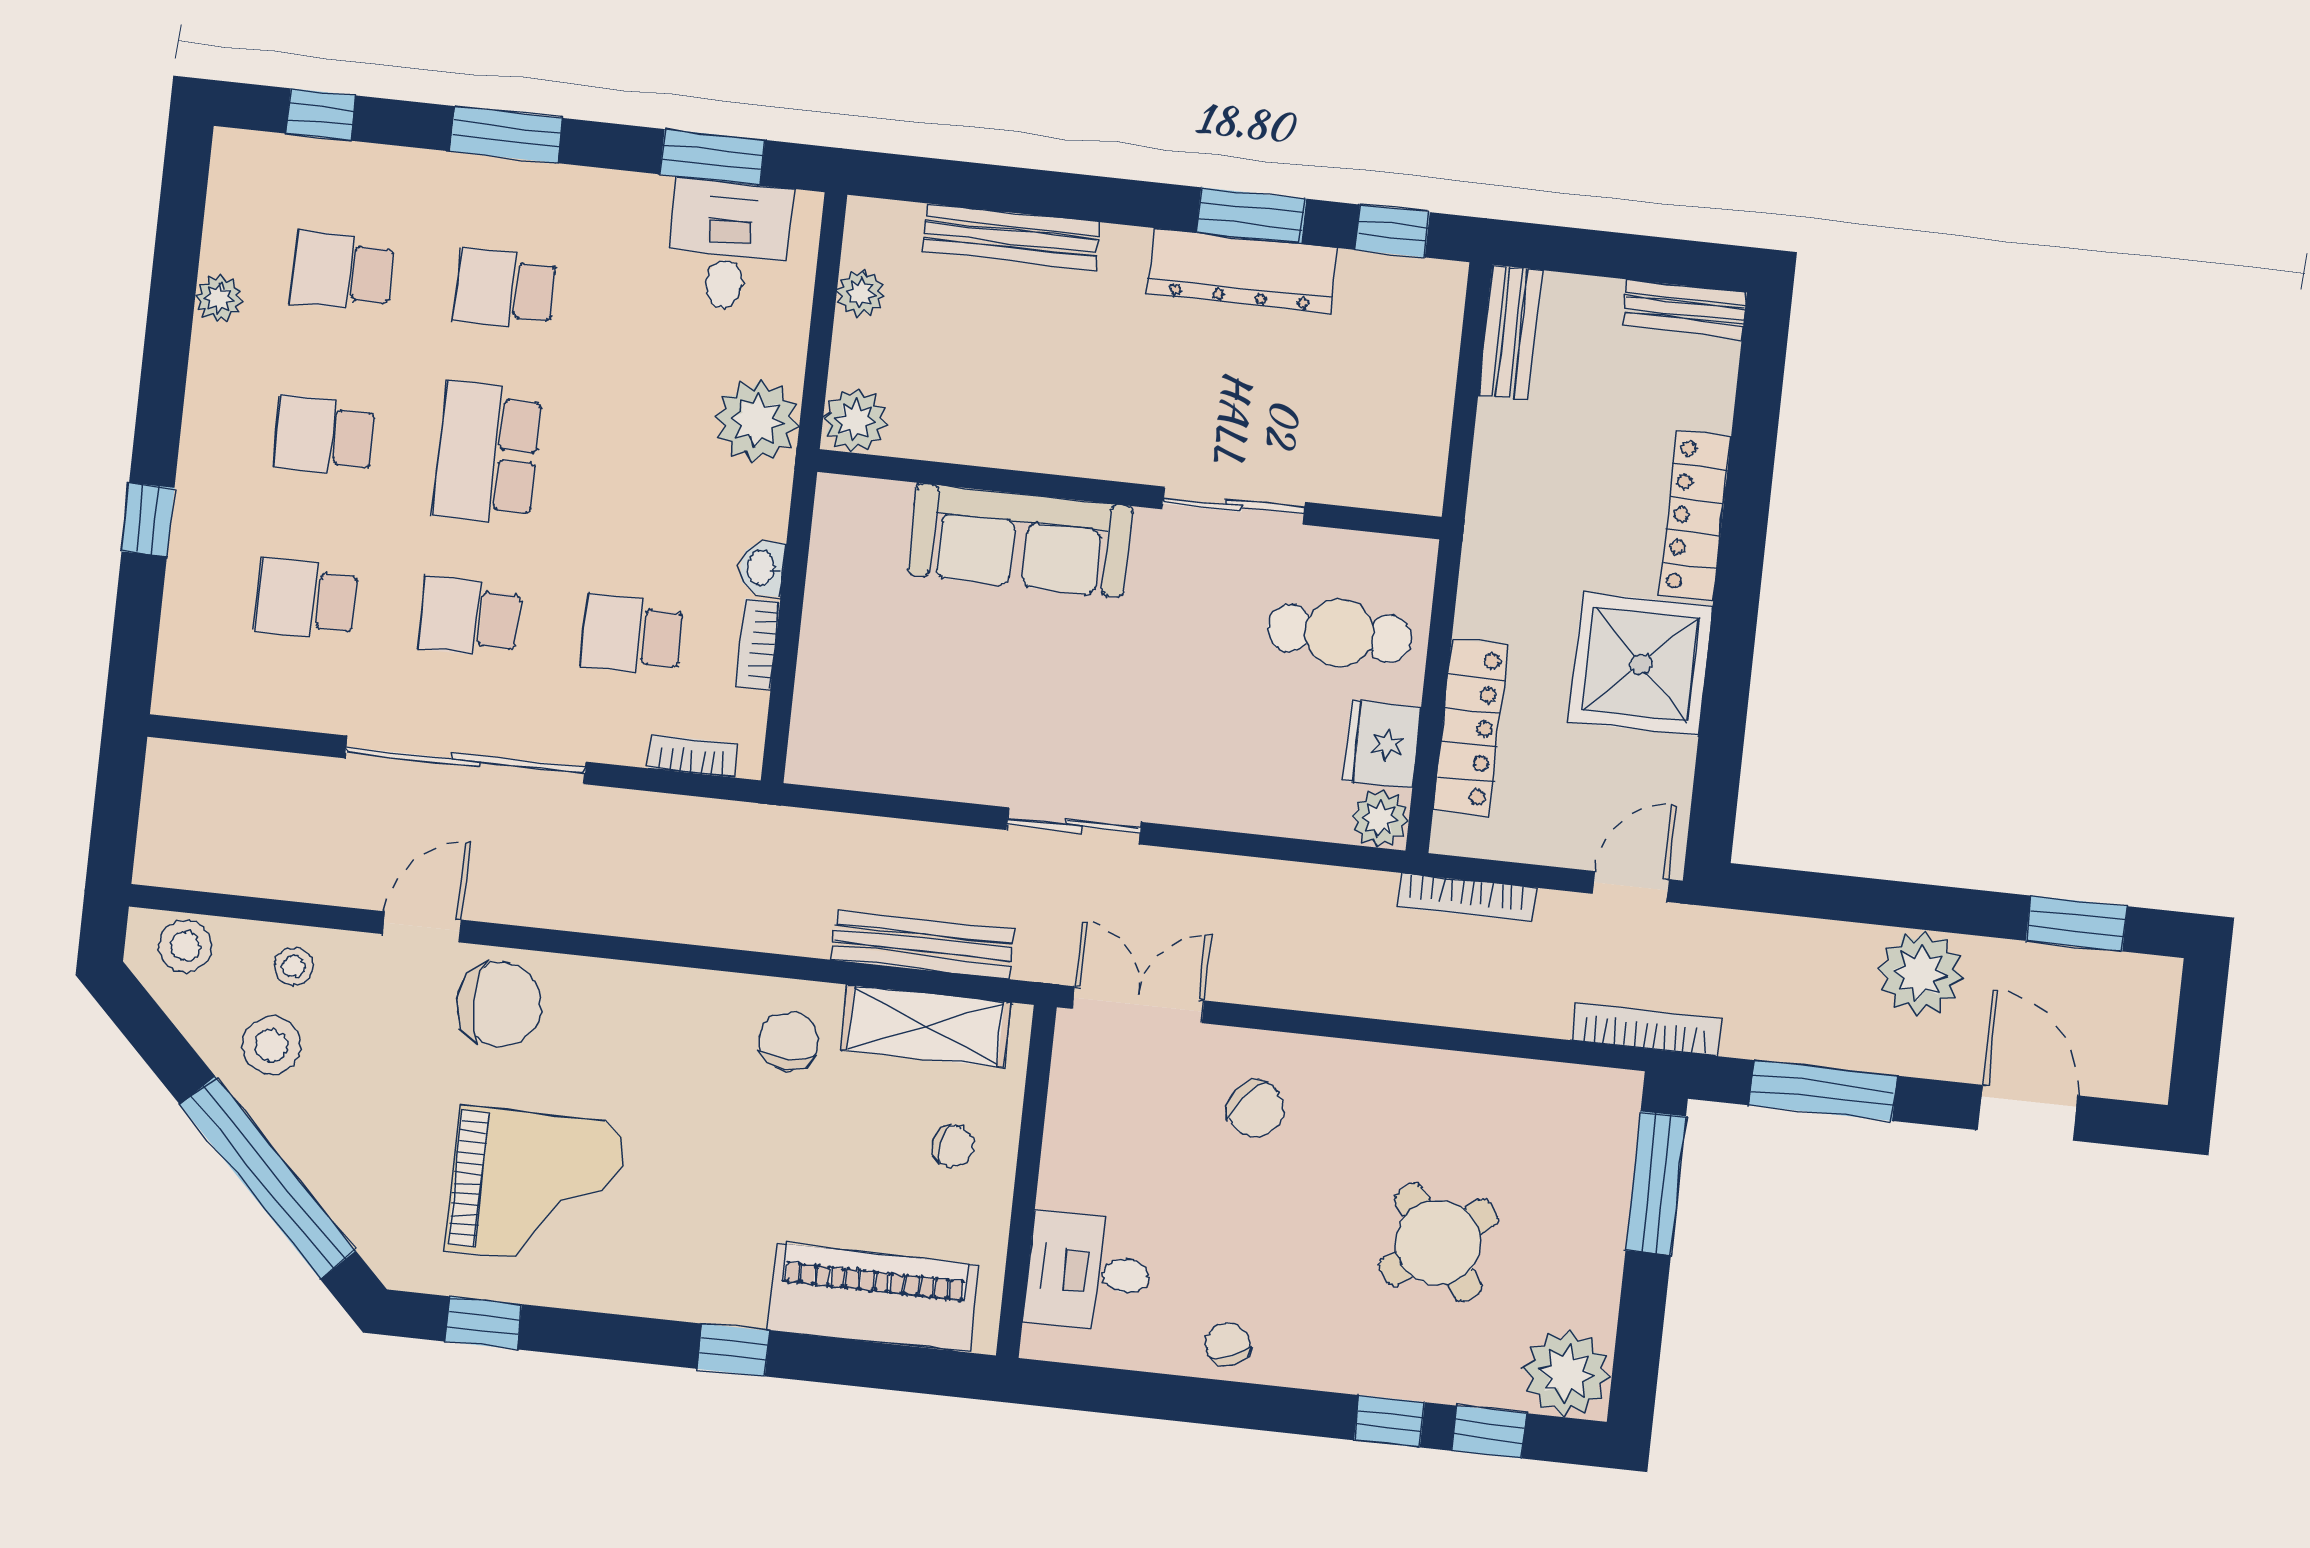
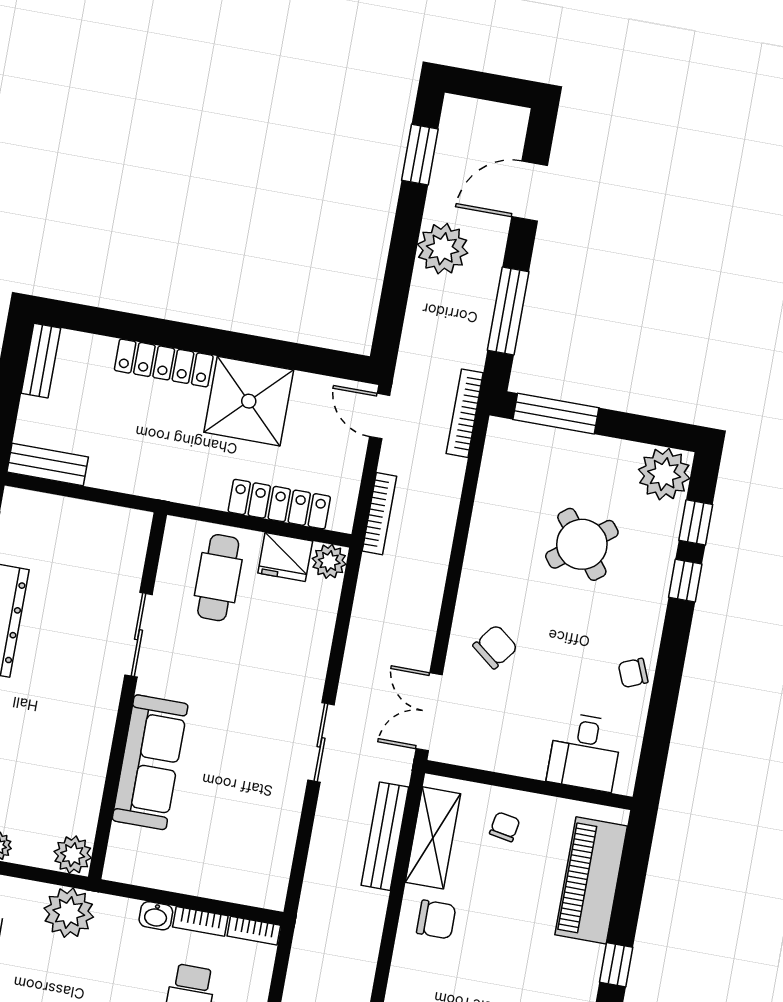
bookcase: (692, 756) -> (254, 931), moved, turned -90
chair: (789, 1041) -> (436, 919), turned 180

